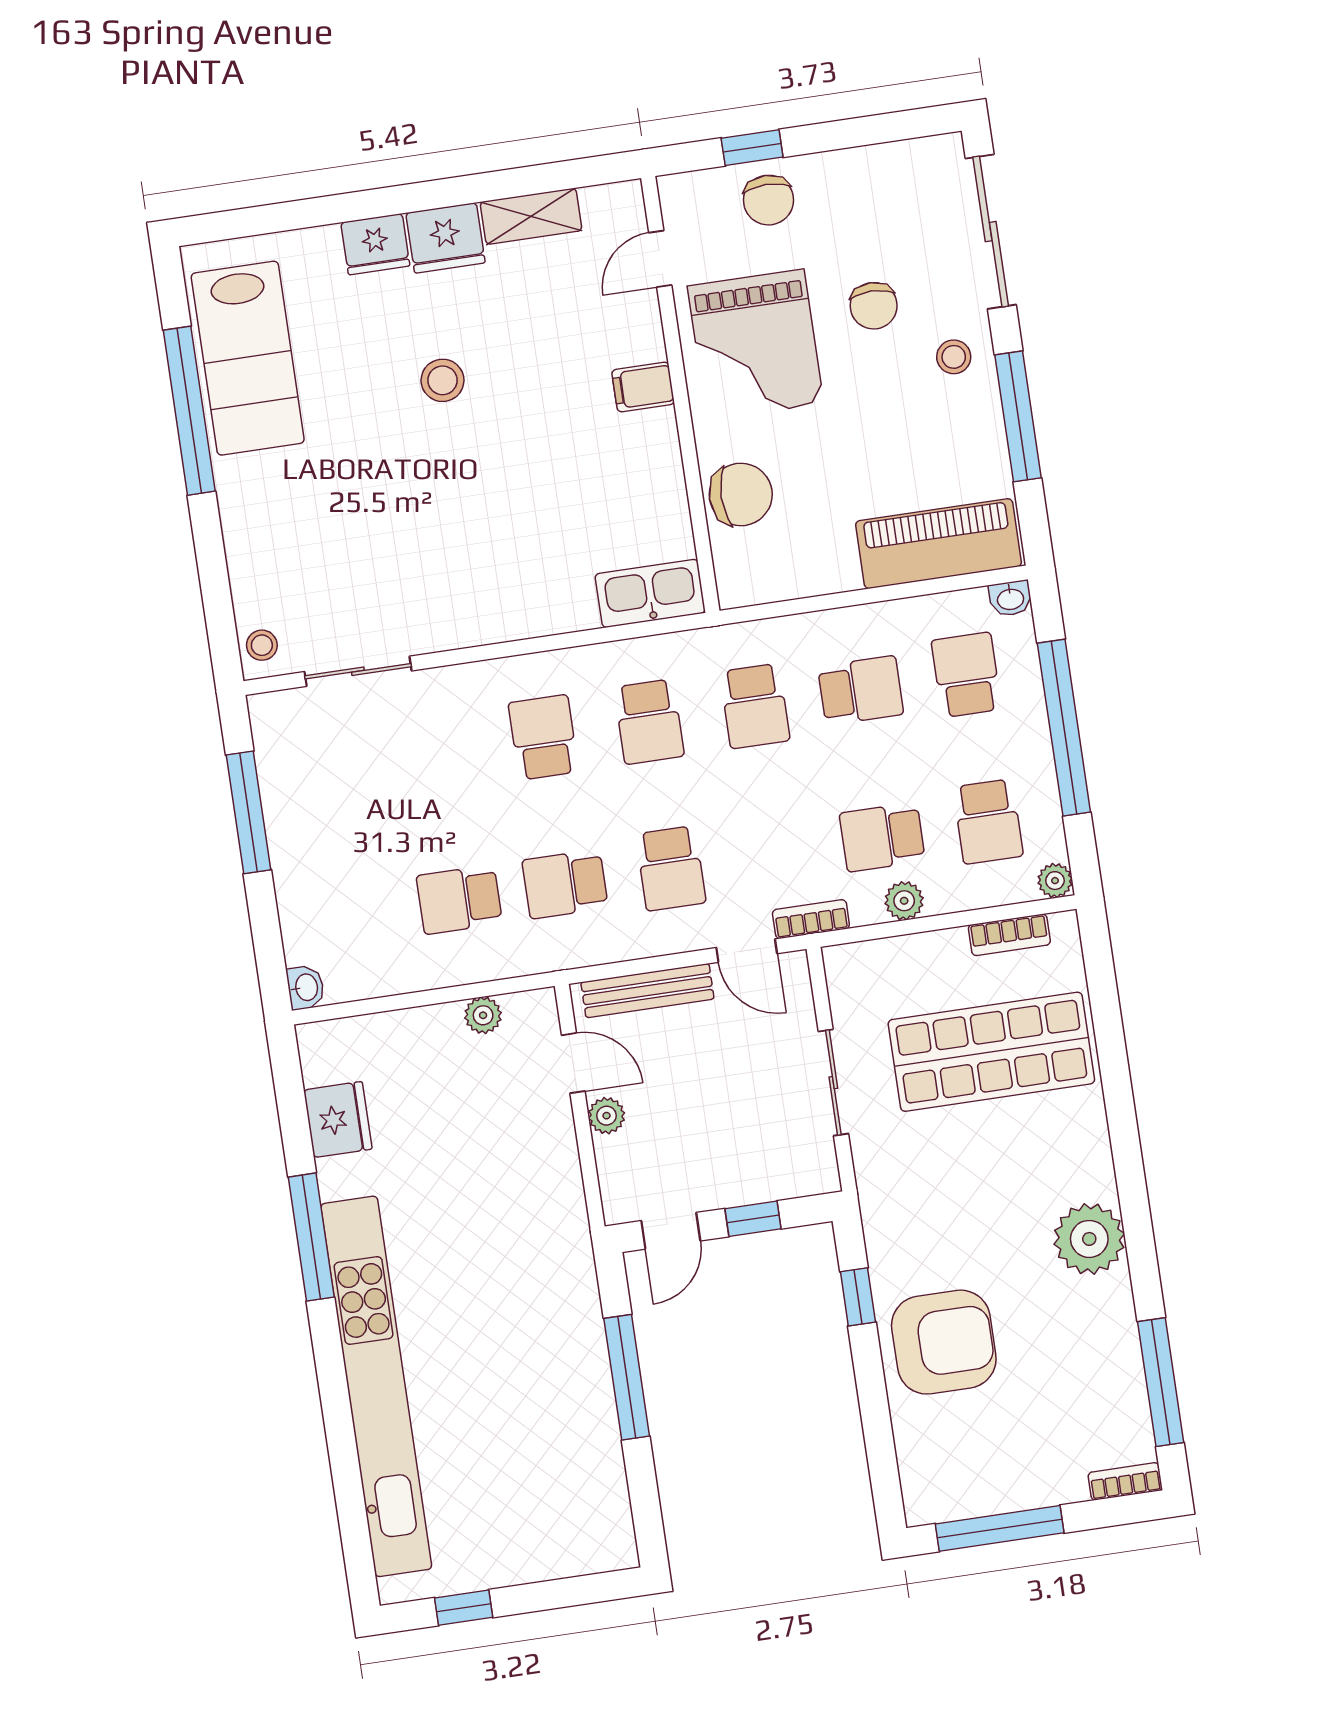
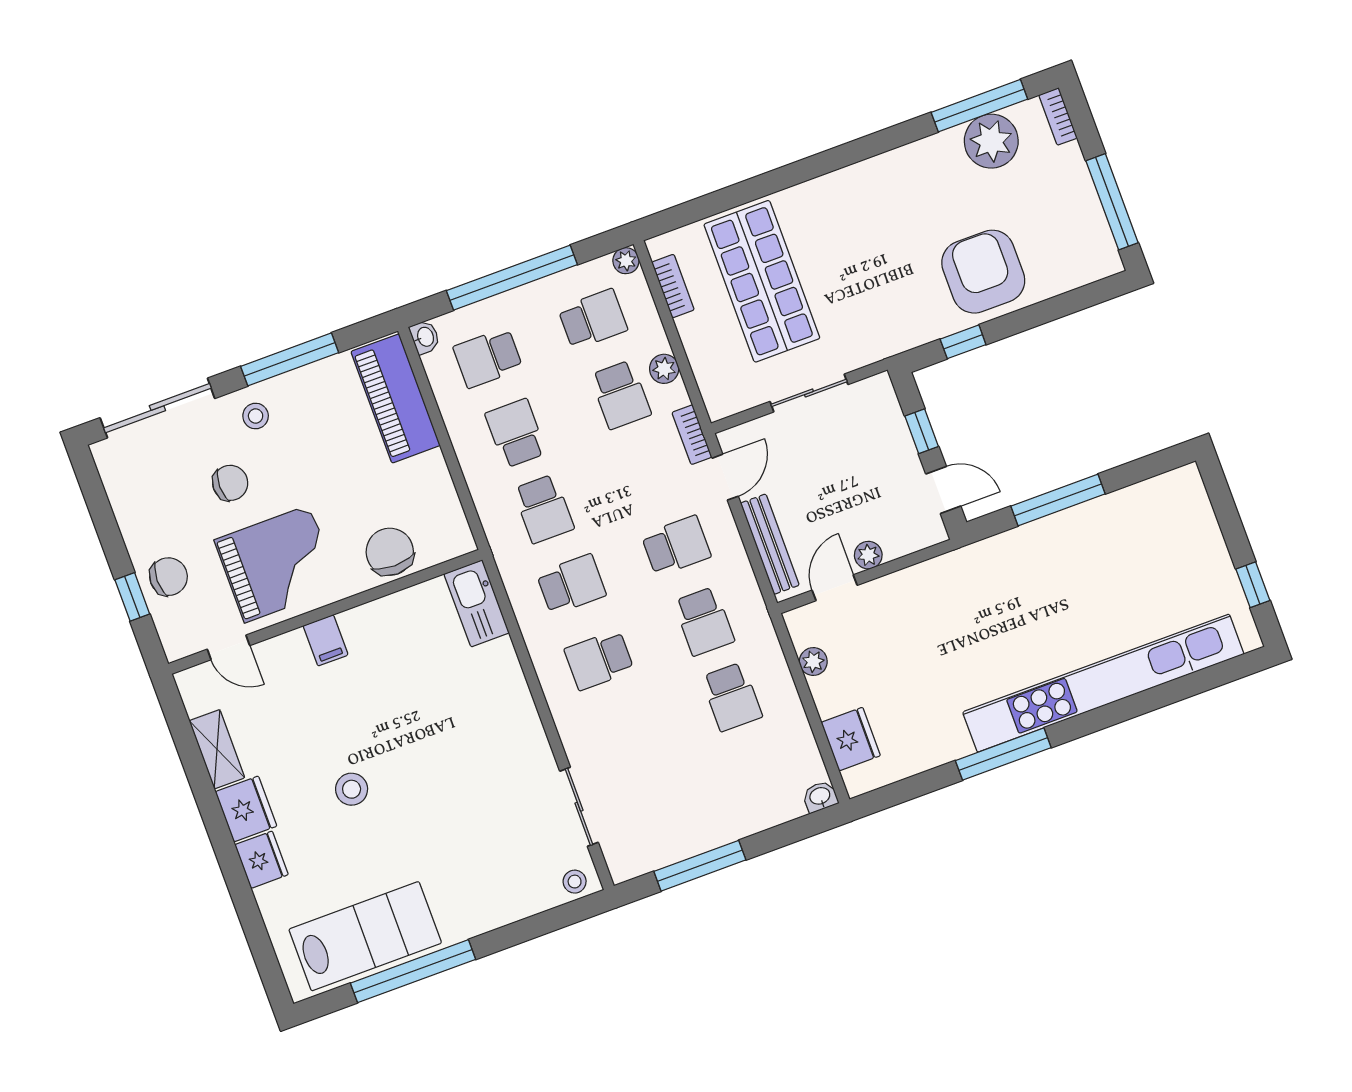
school desk: (755, 706) -> (544, 509), turned 90
fridge: (338, 1120) -> (851, 739), moved, turned 90
plant: (1089, 1239) -> (991, 141), moved

